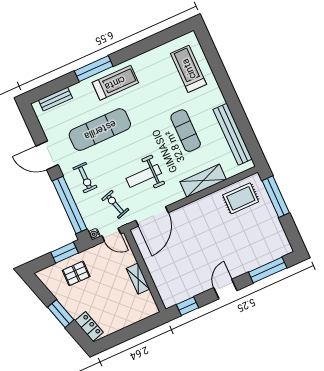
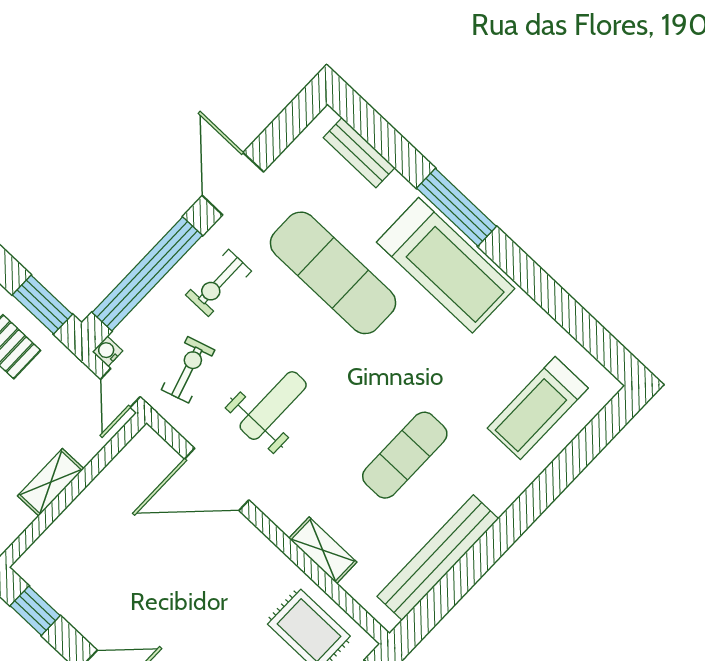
treadmill: (189, 69) -> (538, 408), turned 180
treadmill: (115, 83) -> (446, 265), width x1.37, depth x1.38
weight bench: (144, 176) -> (273, 406), turned 90
shelving: (203, 181) -> (323, 550), width x0.67, depth x0.75
door: (152, 216) -> (217, 479), moved

